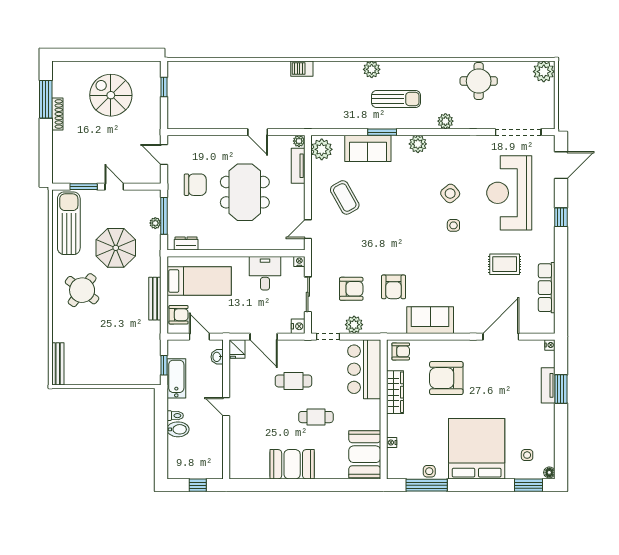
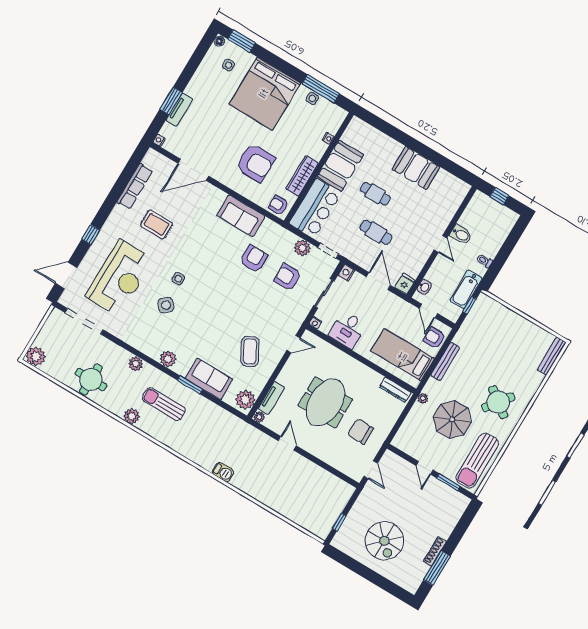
plant: (372, 69) -> (132, 416), moved
window: (164, 216) -> (400, 422), removed
plant: (155, 223) -> (423, 398), moved
dresser: (186, 244) -> (395, 390), width x1.44
bidet: (178, 429) -> (461, 235), moved, turned 180
booth: (365, 454) -> (340, 166), moved

